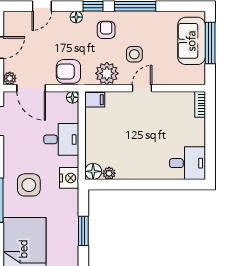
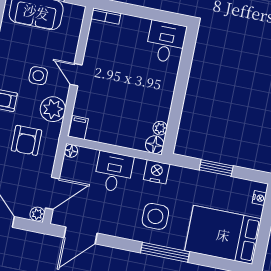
armchair: (68, 71) -> (26, 140), moved

